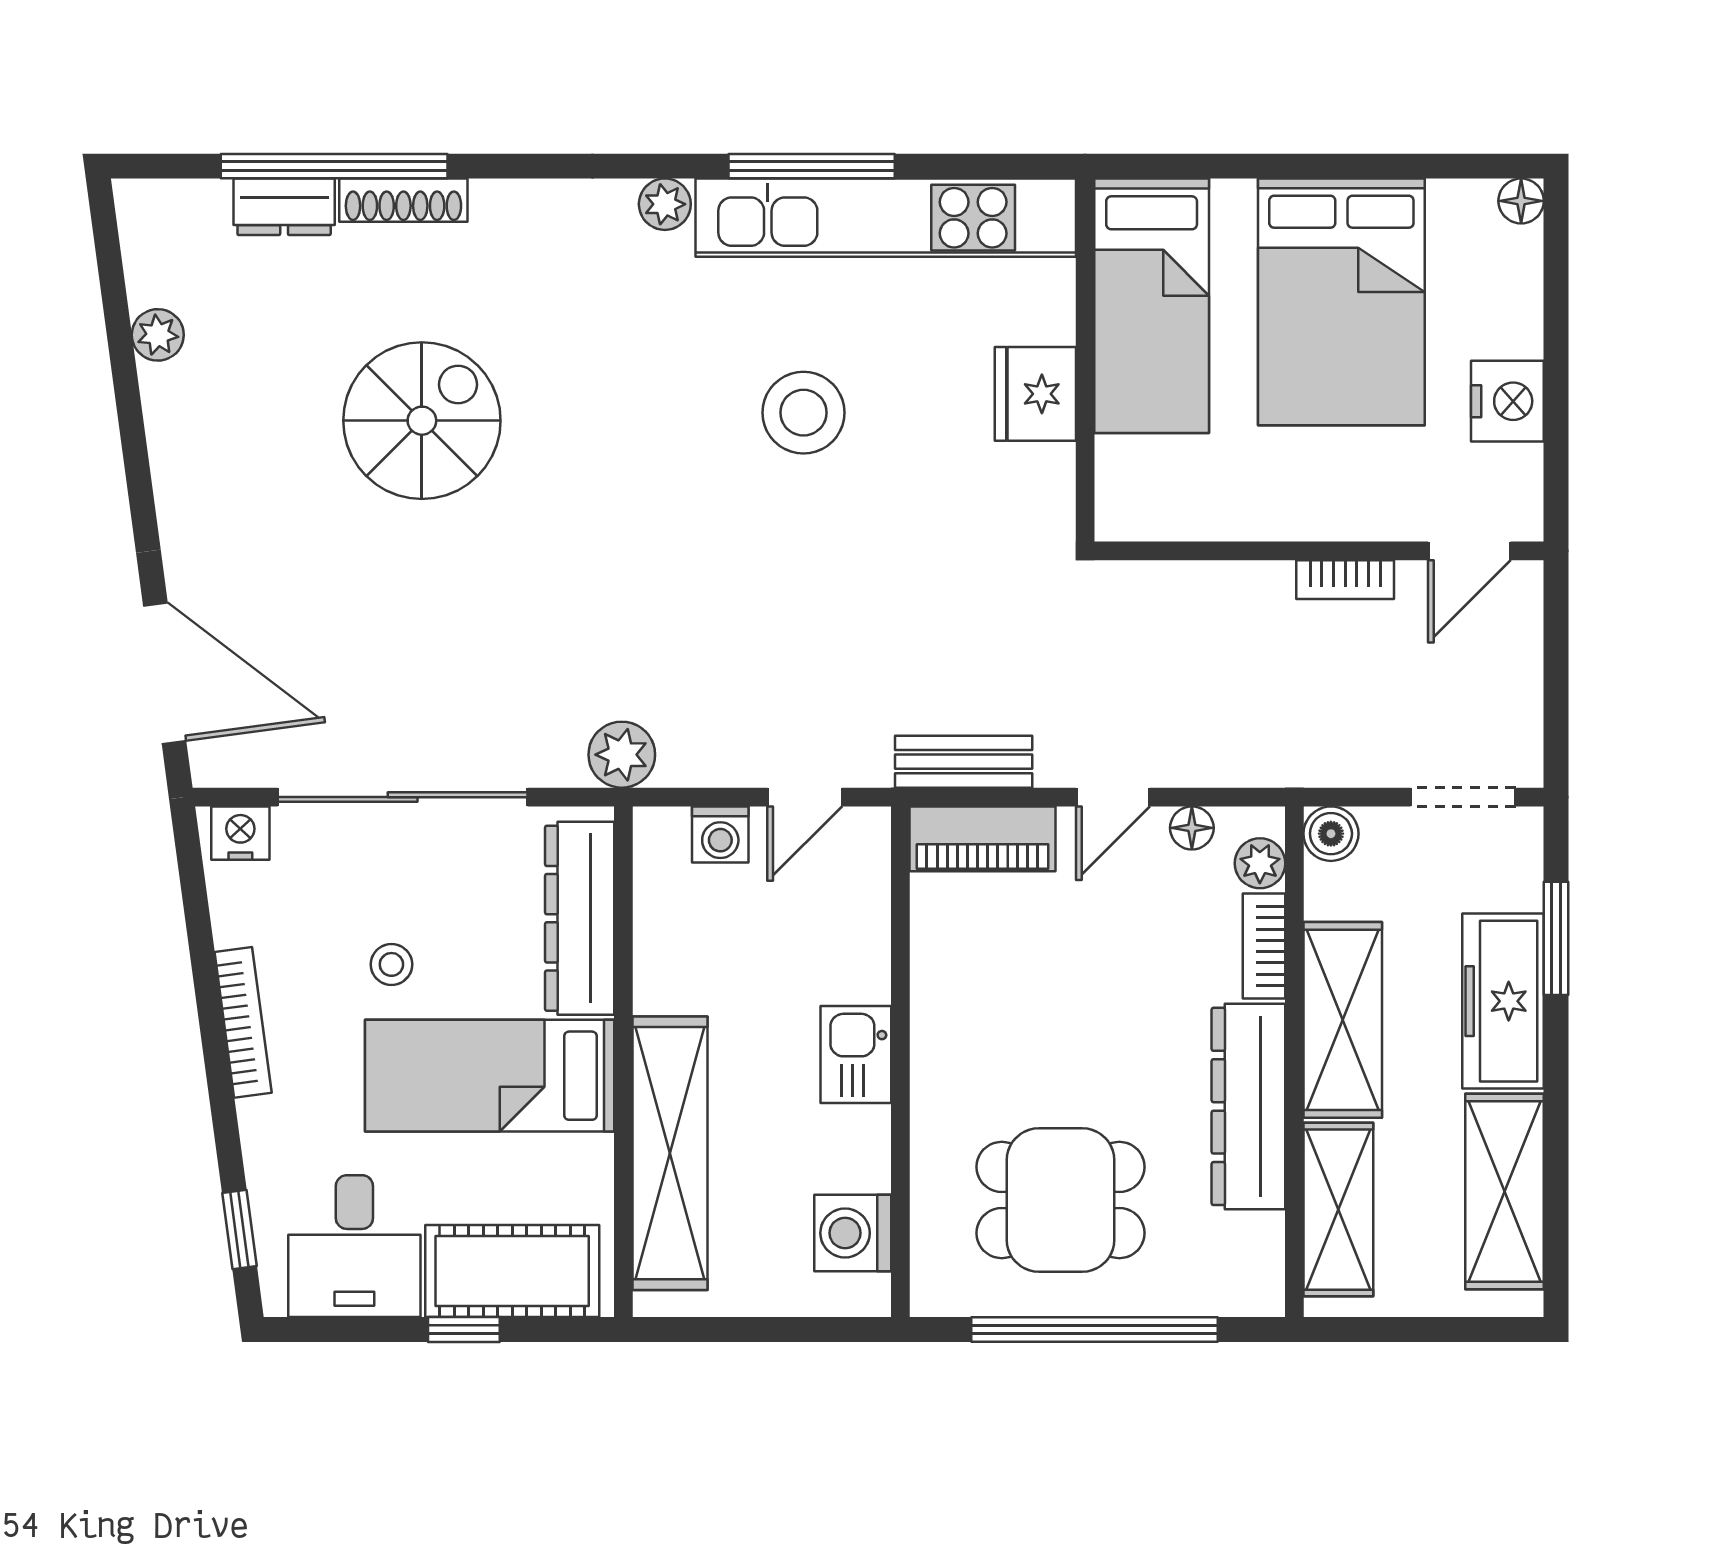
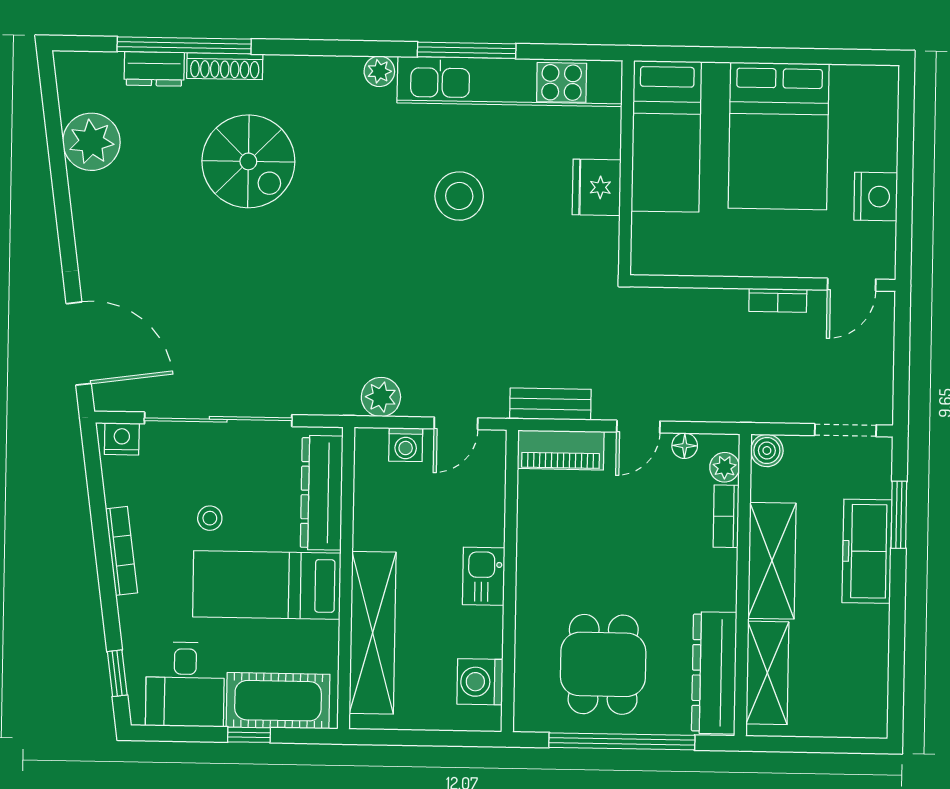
floor lamp: (1521, 201) -> (886, 78), removed
plant: (158, 335) -> (91, 142), width x1.88, depth x1.88
spiral stairs: (422, 421) -> (248, 161), moved, turned 90
plant: (622, 755) -> (381, 397), moved
dresser: (1248, 1106) -> (714, 673), moved
shelving: (1504, 1192) -> (866, 664), removed
dining table: (1061, 1200) -> (603, 664), turned 90

